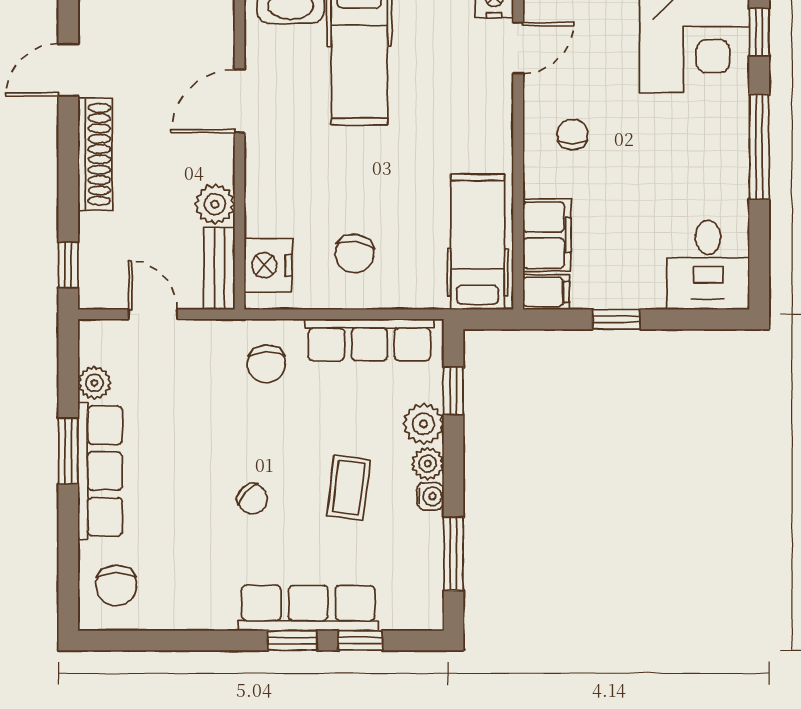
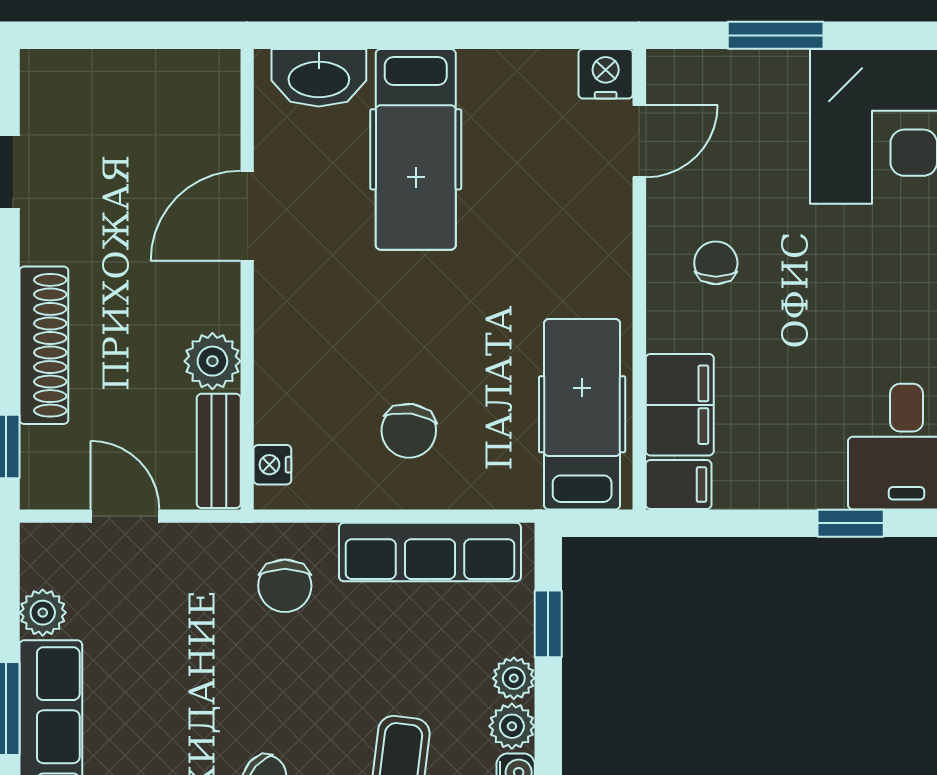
shoe rack: (95, 154) -> (44, 345), moved
nightstand: (268, 265) -> (272, 465), width x0.53, depth x0.56
window: (616, 319) -> (851, 523), moved
plant: (423, 424) -> (514, 678), width x0.73, depth x0.73

